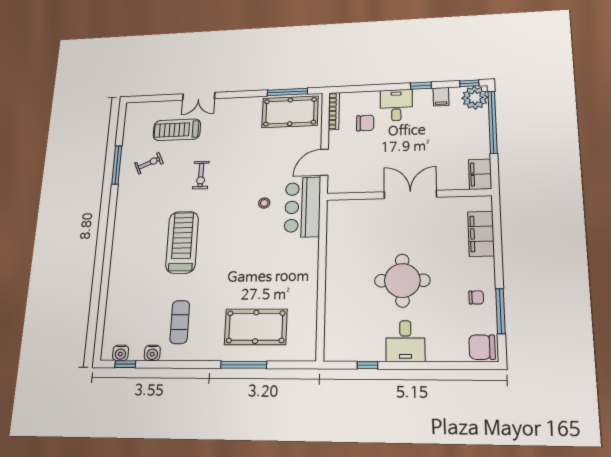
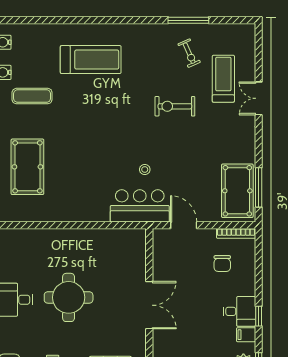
desk: (396, 105) -> (239, 311), moved
exercise bike: (201, 175) -> (175, 106), width x1.38, depth x1.39
treadmill: (182, 242) -> (91, 60), moved

